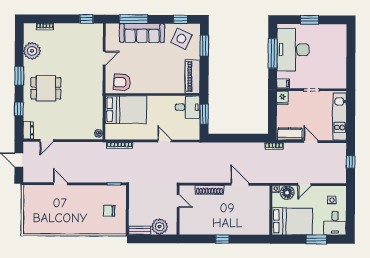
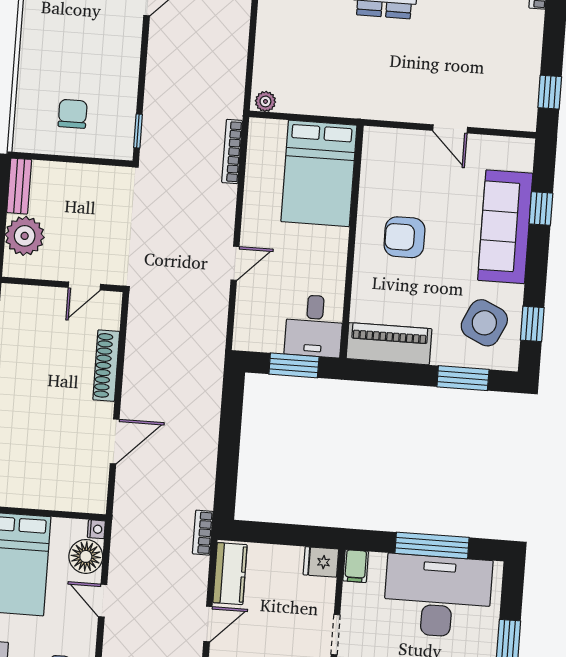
window: (134, 19) -> (541, 208), width x0.46
armchair: (122, 82) -> (404, 237), moved, turned -94

